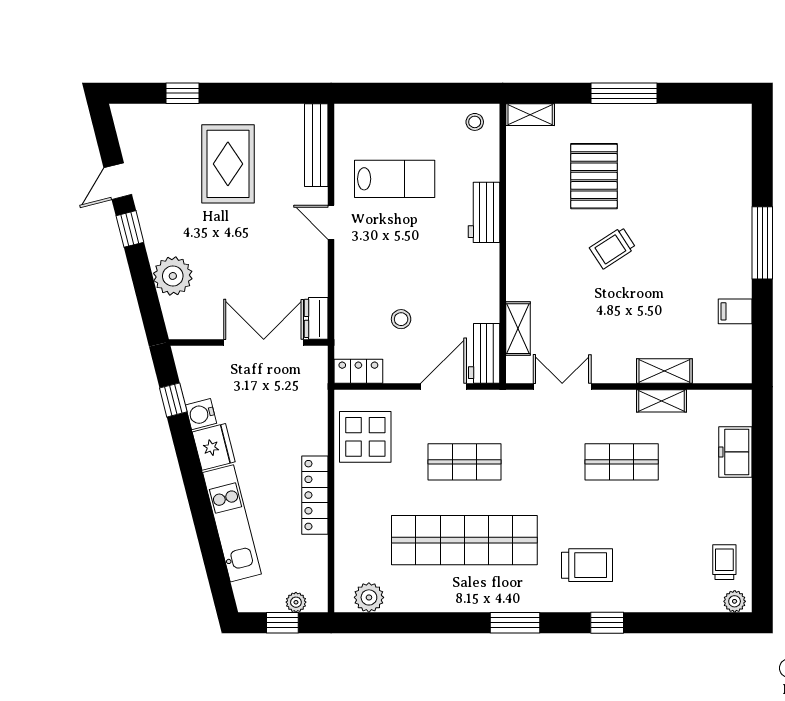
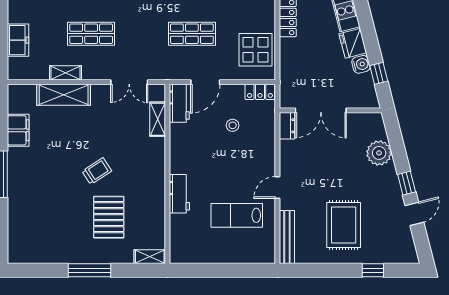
stool: (475, 122) -> (185, 252), removed
door: (331, 222) -> (277, 187), swing flipped
filing cabinet: (735, 311) -> (18, 130), width x2.00
shelving: (664, 371) -> (64, 95), width x1.50, depth x1.33

